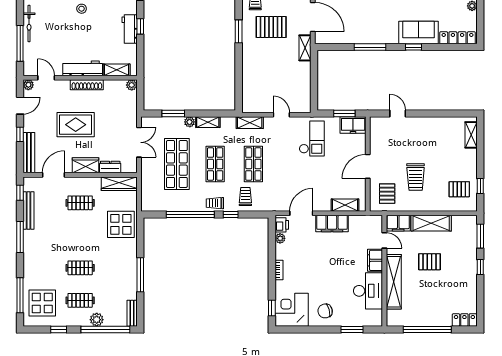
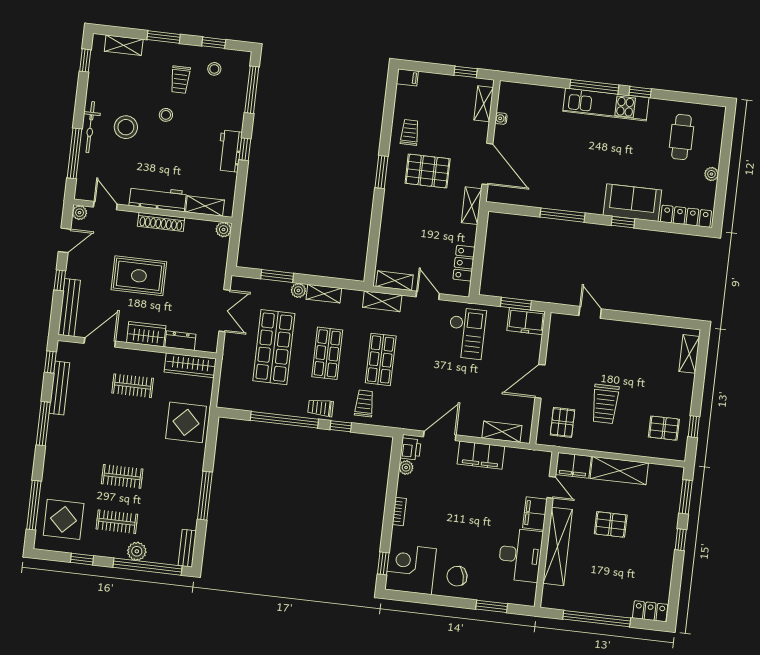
stool: (54, 21) -> (126, 127), added
locker: (304, 89) -> (464, 263), added
shelving: (257, 107) -> (395, 281), added

